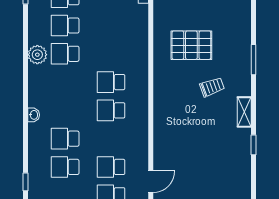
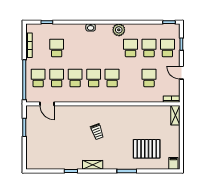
school desk: (111, 25) -> (149, 78), added
pallet: (191, 45) -> (147, 149), moved, turned 90
plant: (37, 55) -> (119, 30), moved
trolley: (212, 87) -> (97, 132), moved
school desk: (65, 139) -> (75, 78), moved

